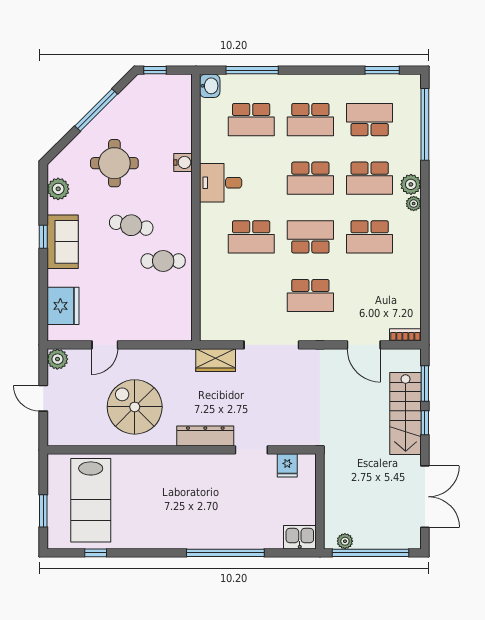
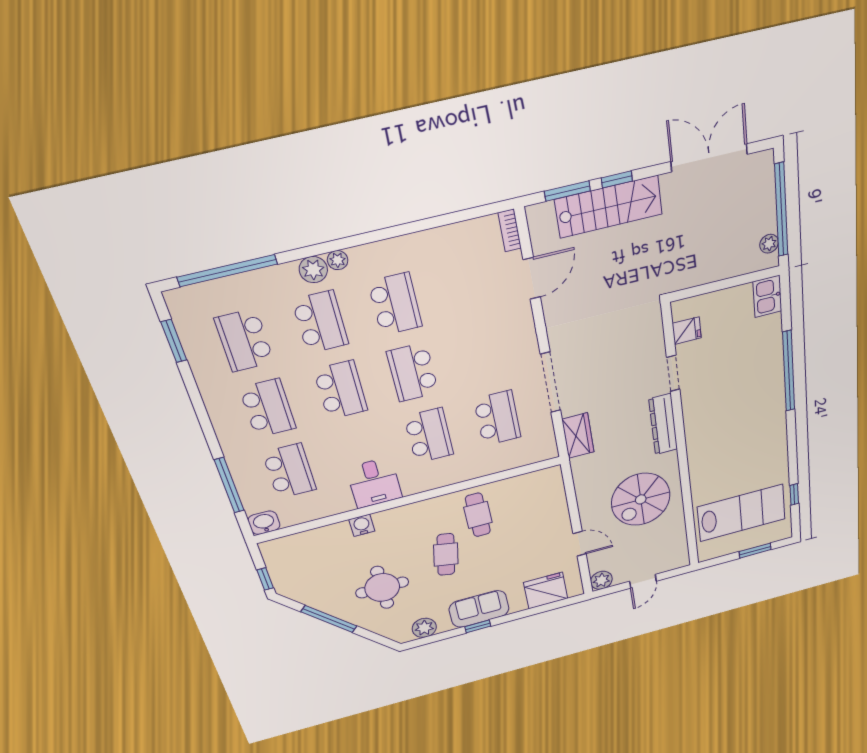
school desk: (310, 296) -> (497, 418), moved

